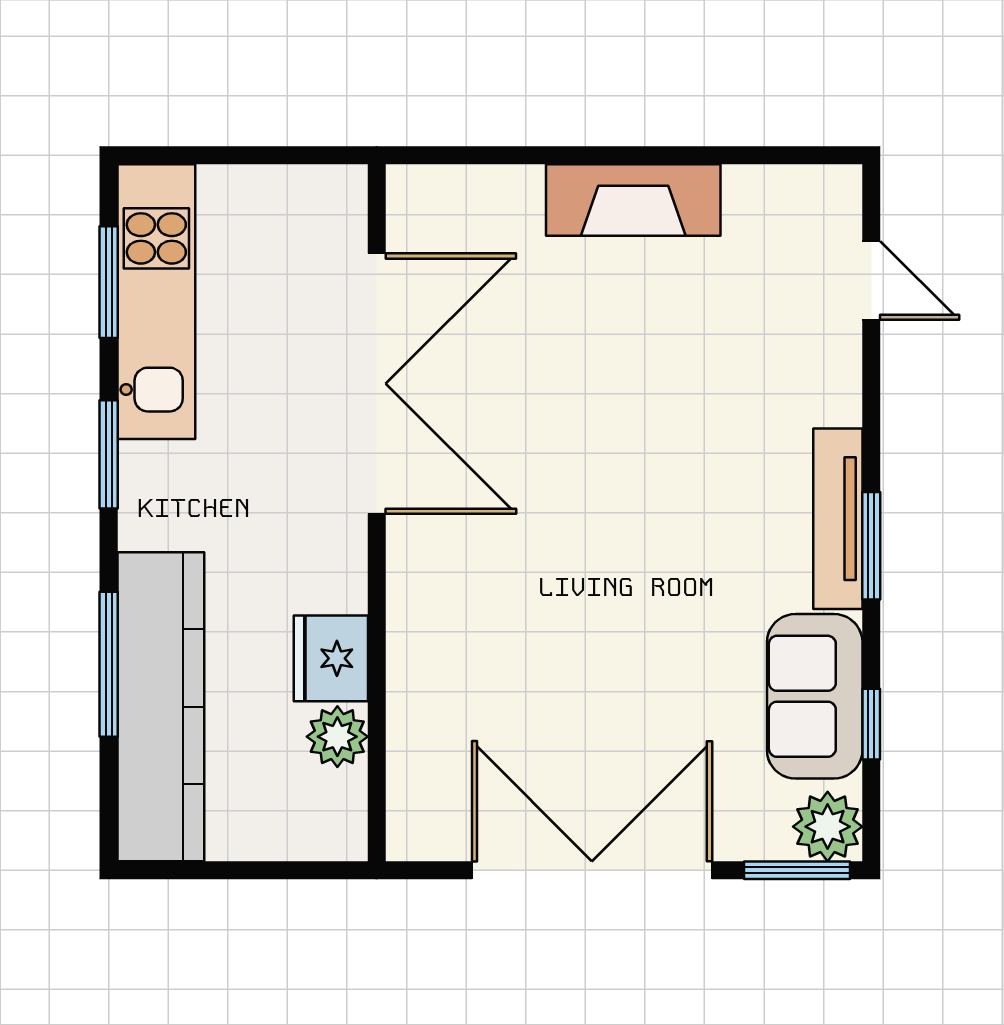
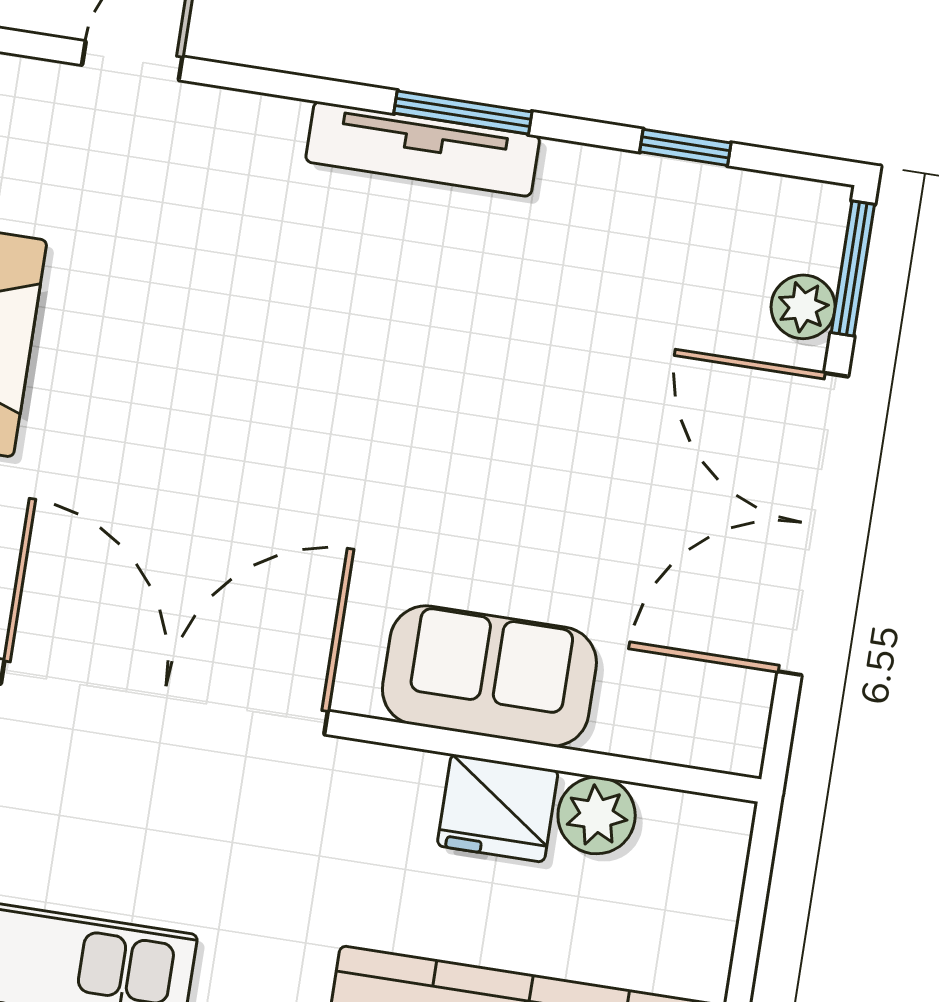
sofa: (815, 696) -> (489, 676), moved, turned 180
plant: (828, 827) -> (803, 307), moved, width x0.73, depth x0.73

